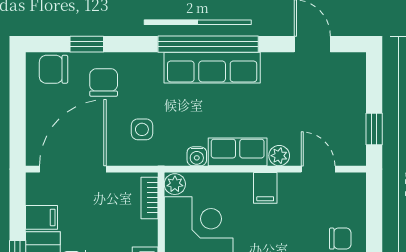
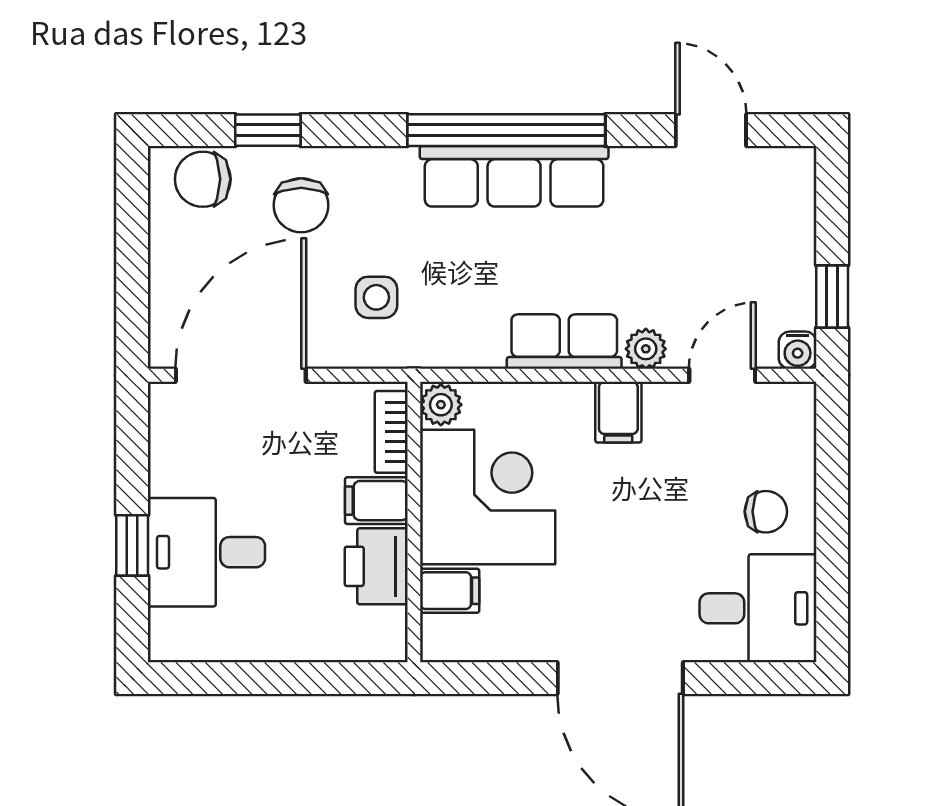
chair: (104, 83) -> (301, 205), turned 180
water cooler: (197, 156) -> (798, 350), moved
door: (318, 169) -> (722, 375), hinge flipped
filing cabinet: (42, 217) -> (376, 501), moved, turned 180

